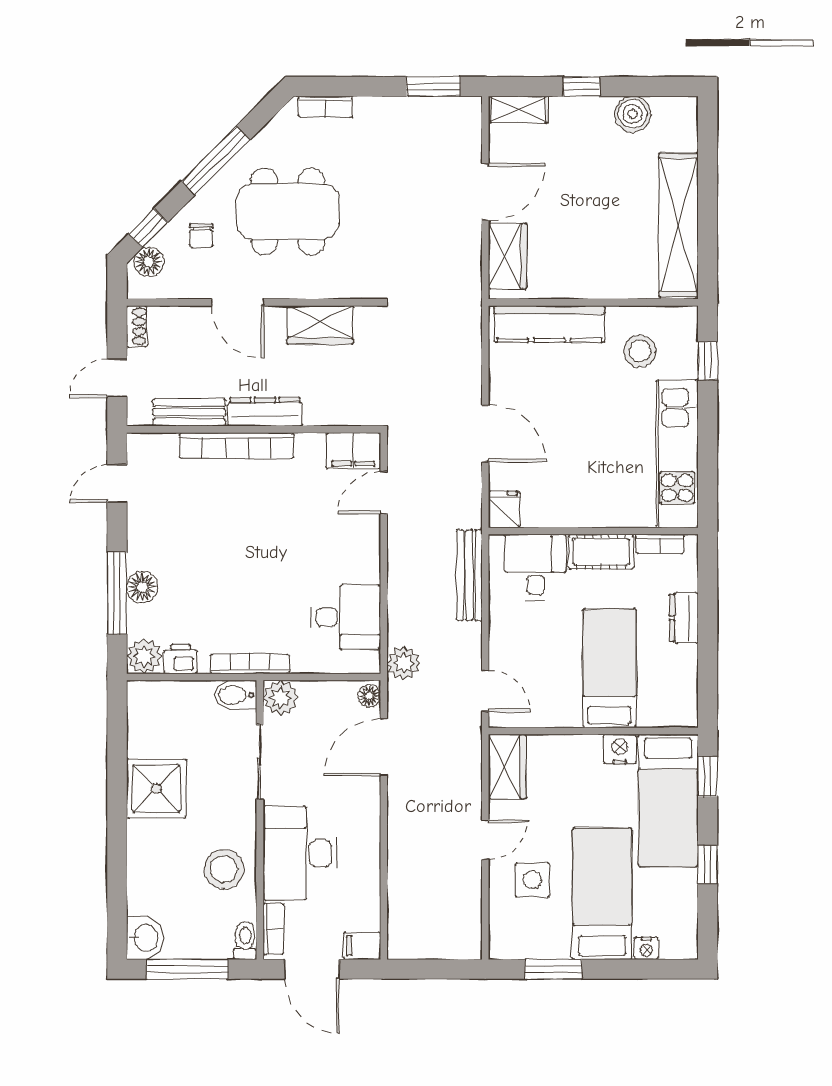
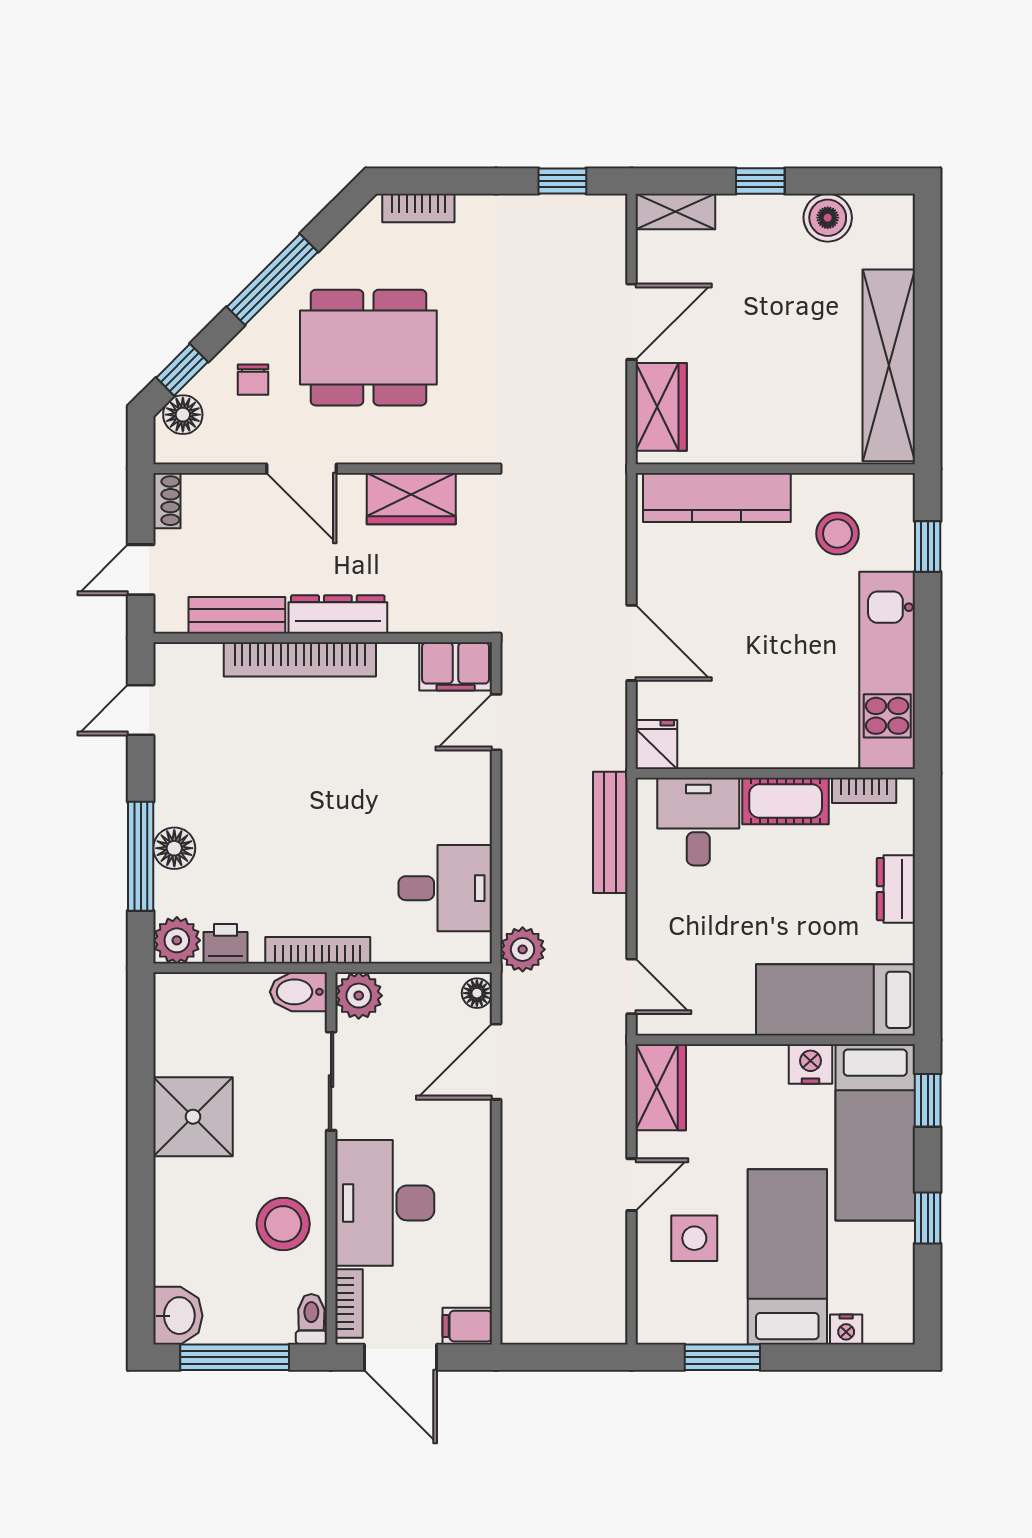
window: (433, 86) -> (562, 181), width x0.67
bed: (609, 668) -> (836, 1000), moved, turned -90

